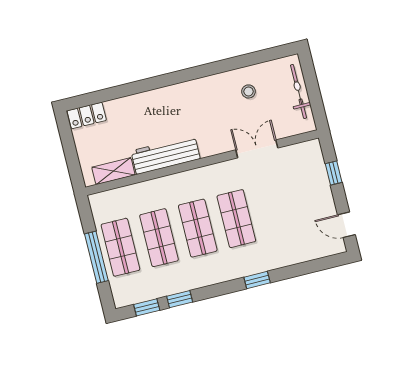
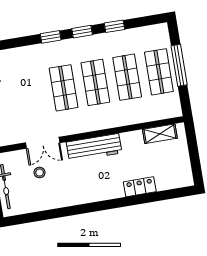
stool: (248, 91) -> (40, 173), moved
locker: (87, 116) -> (140, 187), moved
workbench: (166, 155) -> (94, 147), moved
window: (147, 307) -> (82, 32), moved

